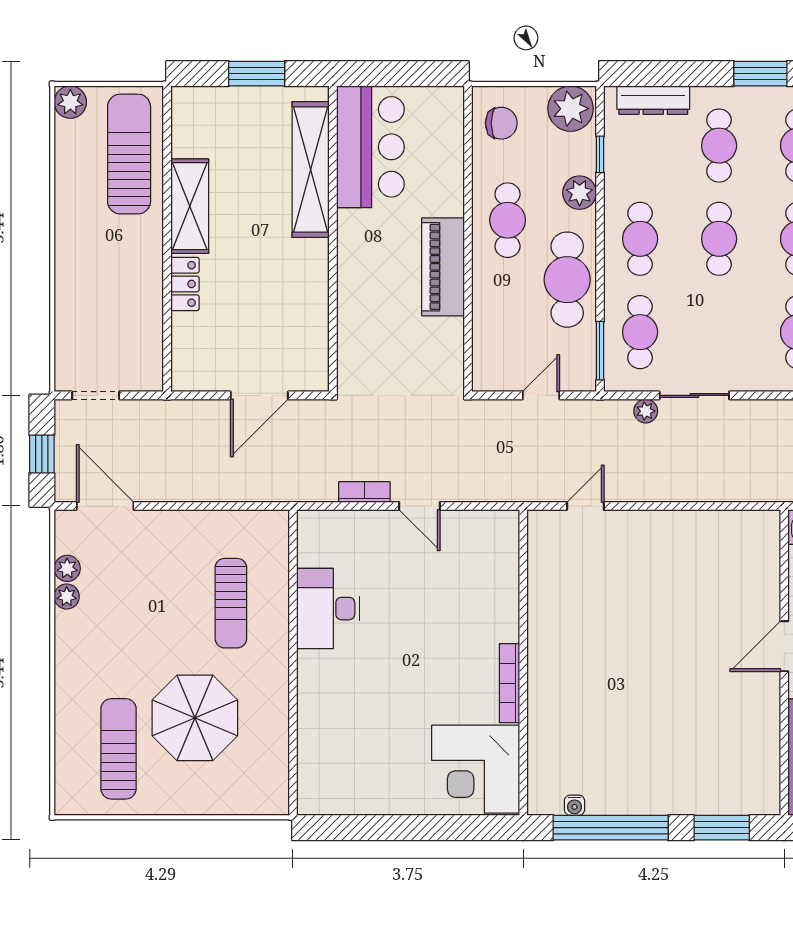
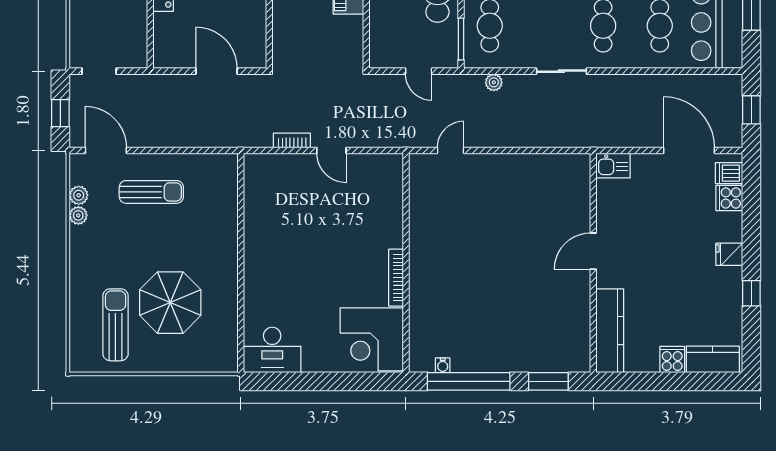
door: (259, 395) -> (217, 71), swing flipped
door: (541, 395) -> (419, 71), swing flipped
sliding door: (694, 395) -> (561, 71), moved
sun lounger: (231, 603) -> (151, 192), moved, turned -90
desk: (328, 609) -> (272, 350), moved, turned -90

